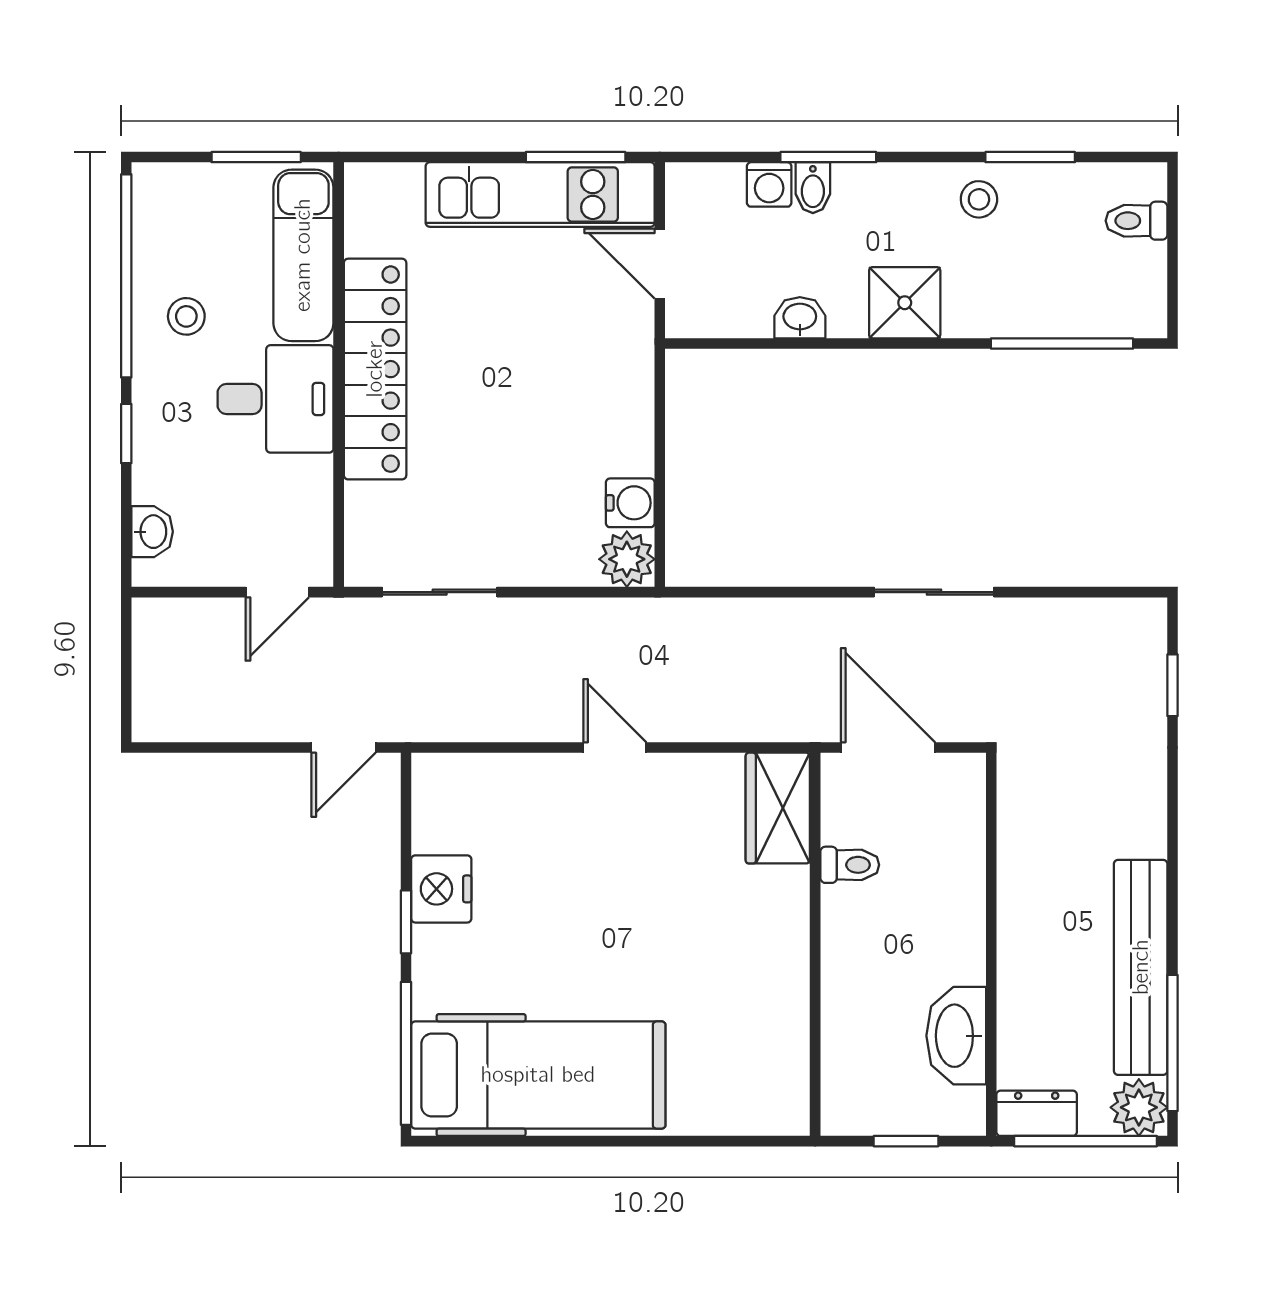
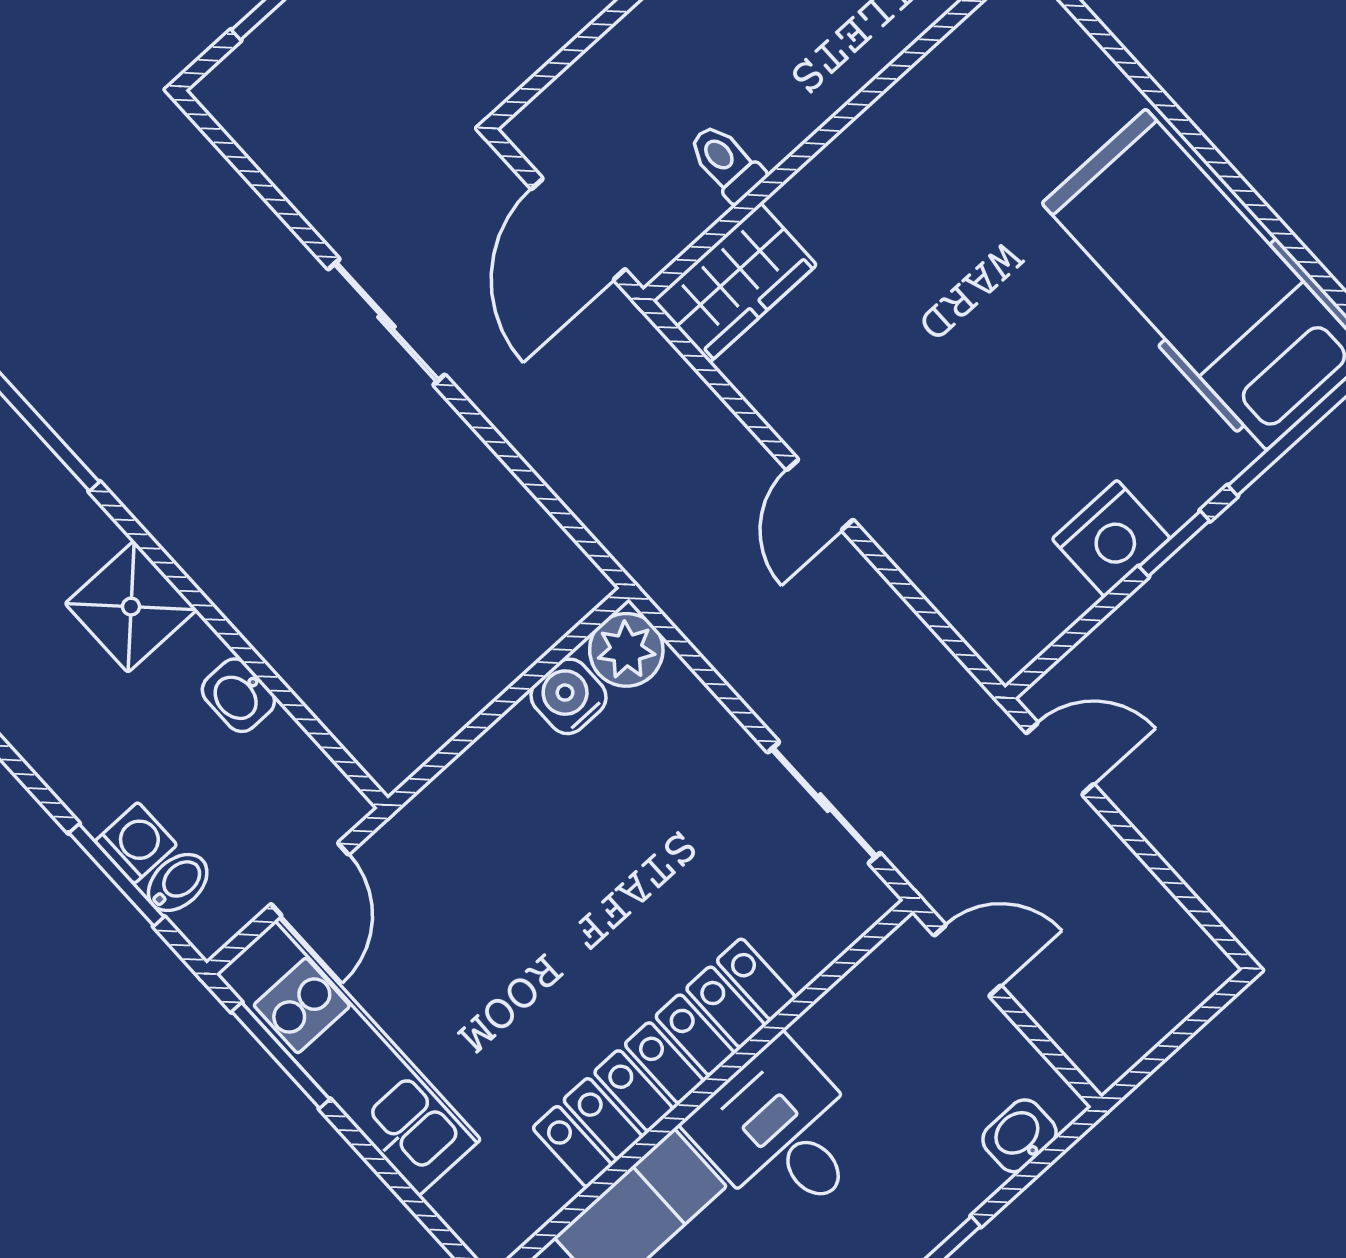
window: (828, 157) -> (116, 875), moved
bidet: (813, 188) -> (178, 883), moved

